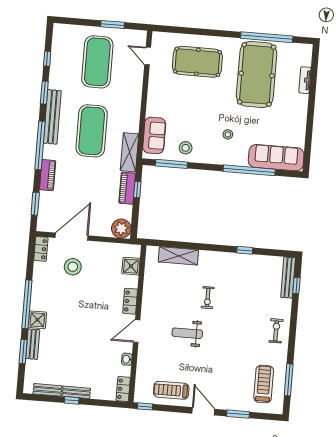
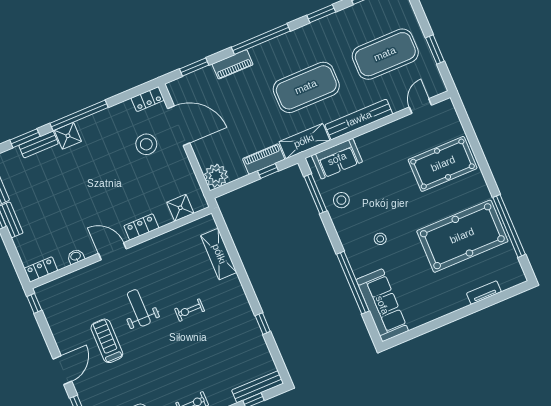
pool table: (197, 62) -> (443, 164), turned 90
bench: (52, 117) -> (359, 119), moved
treadmill: (171, 390) -> (107, 341), moved

